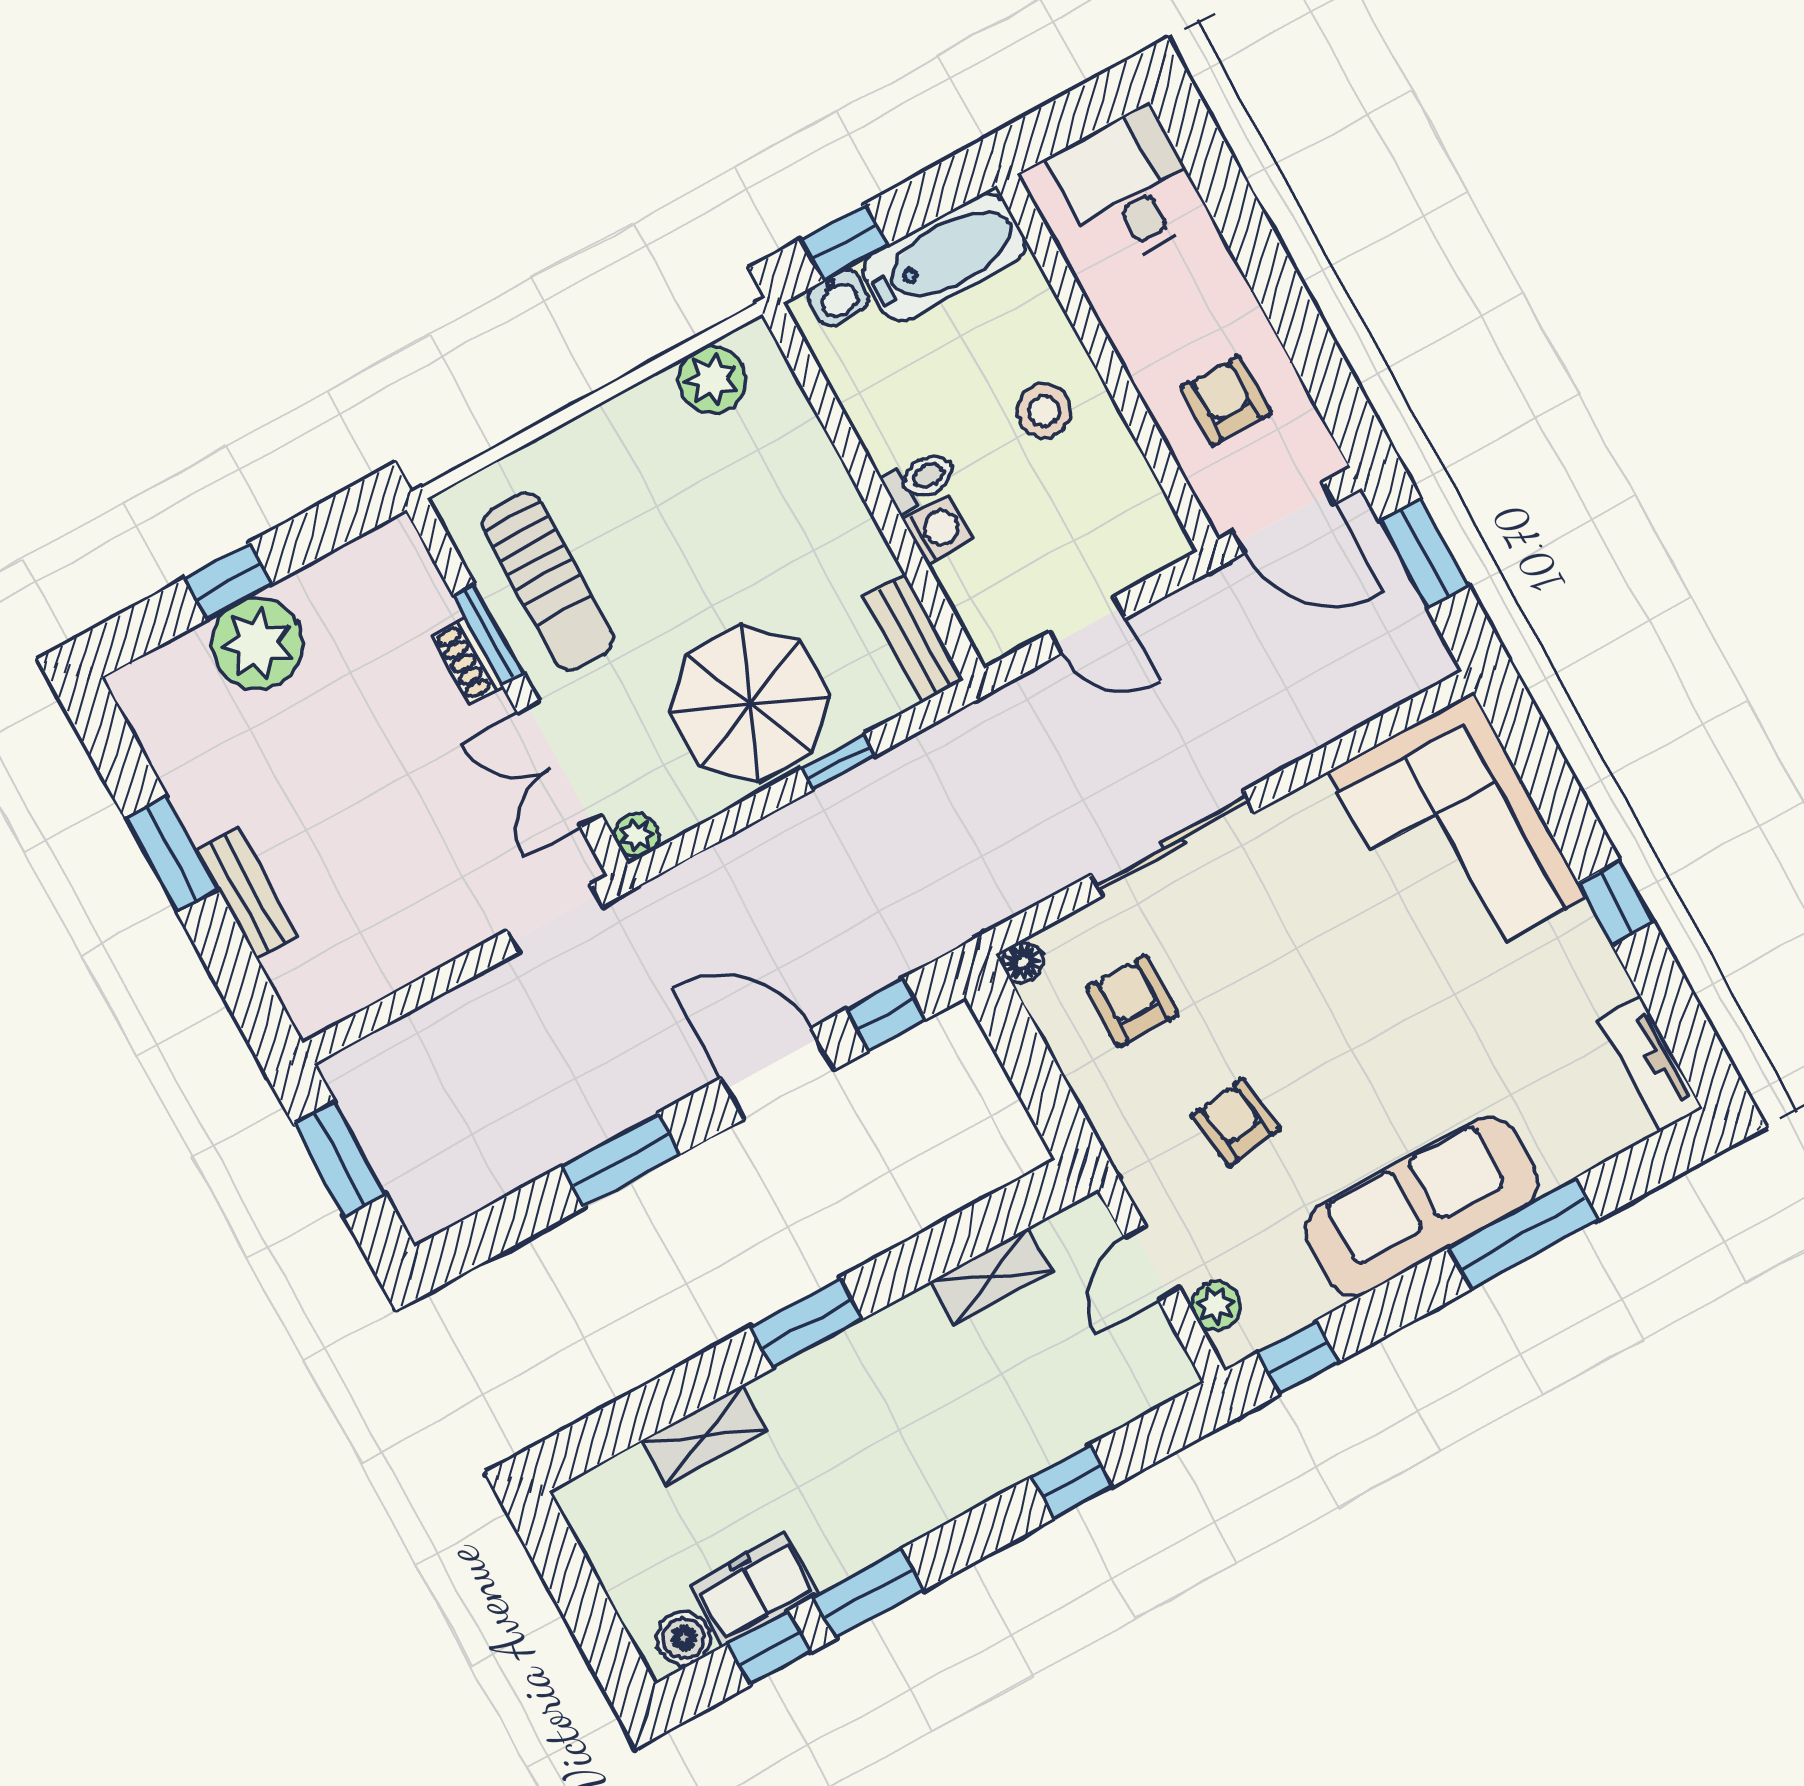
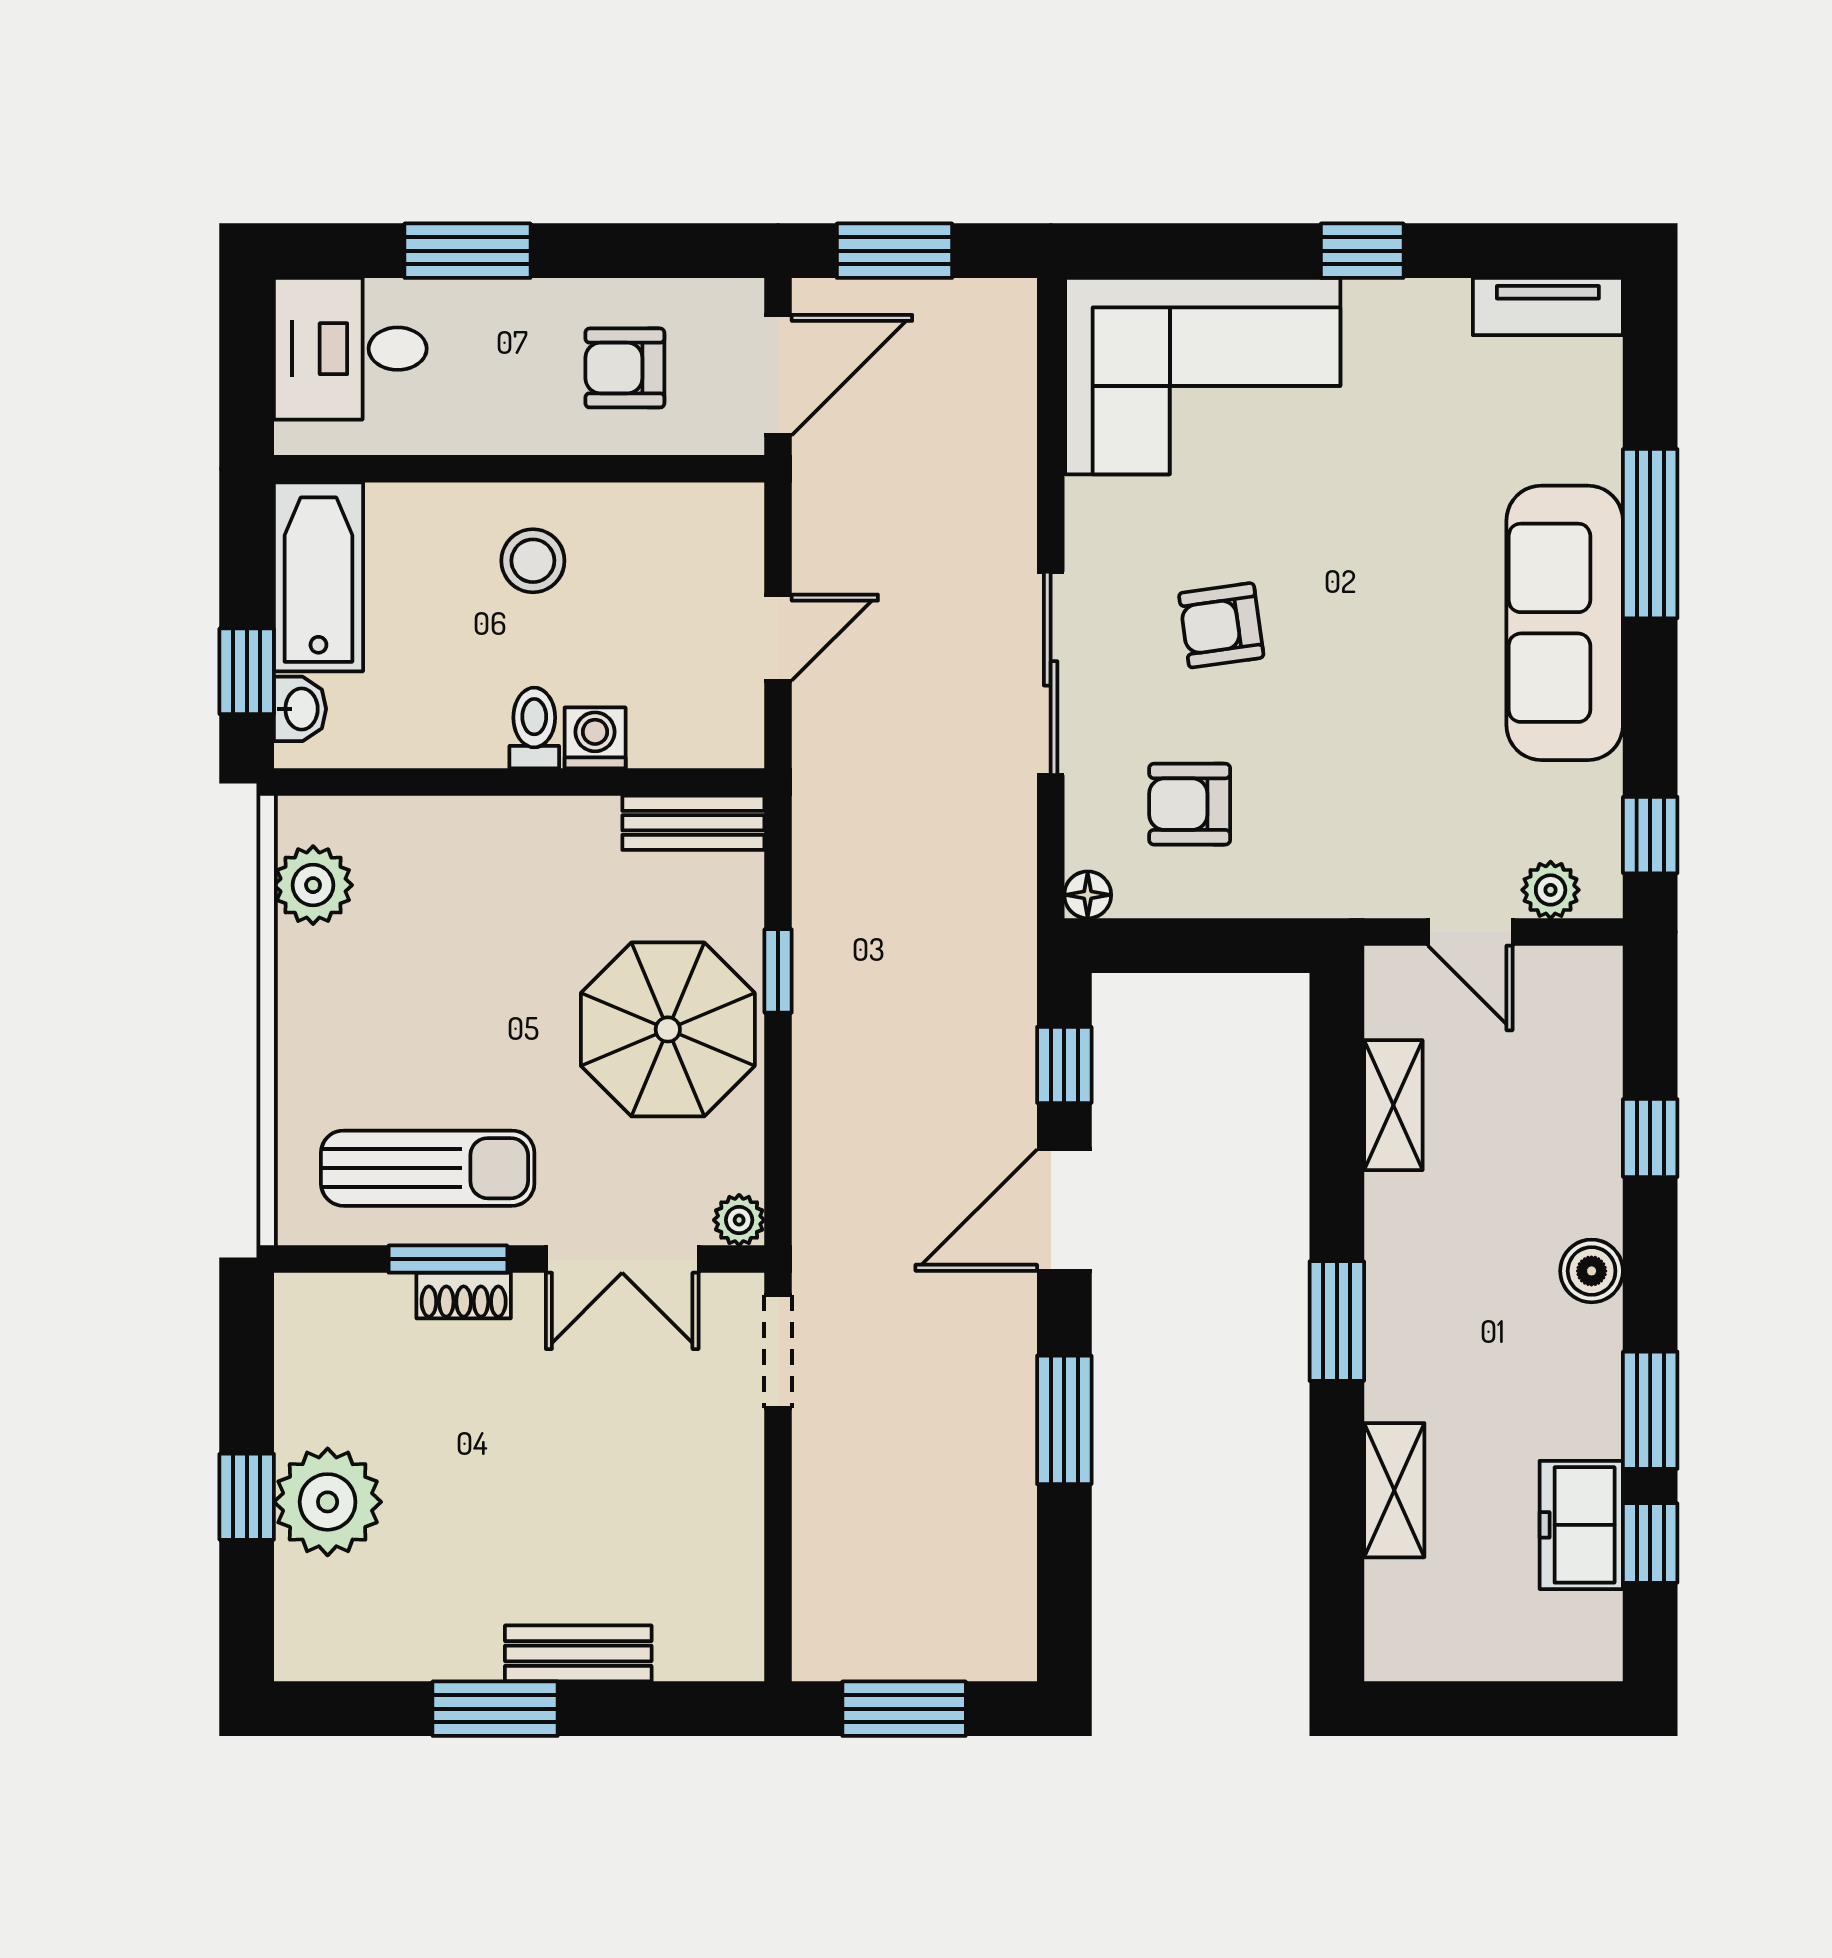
window: (1249, 235) -> (467, 251), added
armchair: (1236, 1122) -> (1221, 625), moved
boiler: (684, 1638) -> (1592, 1271), moved

